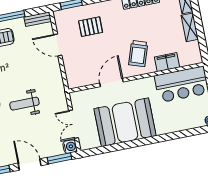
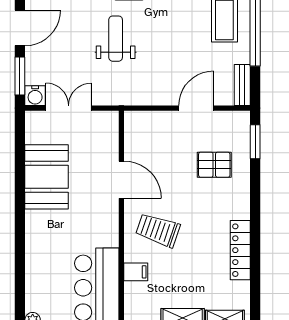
pallet: (91, 27) -> (214, 165), turned 90
filing cabinet: (167, 62) -> (136, 272), width x0.50
booth: (125, 122) -> (47, 177), width x0.73, depth x0.70

